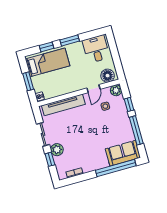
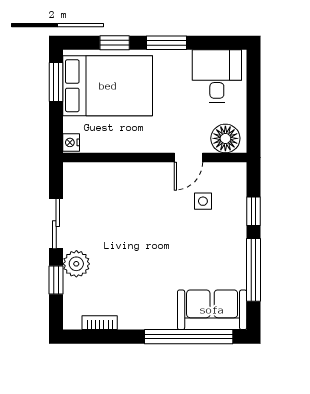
bed: (48, 62) -> (108, 86), width x1.50
window: (28, 81) -> (56, 82), moved
plant: (116, 90) -> (235, 174), removed
tv unit: (63, 105) -> (116, 174), removed

